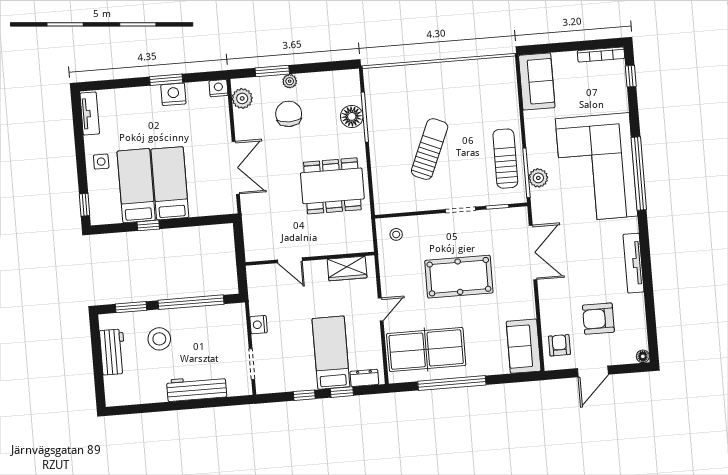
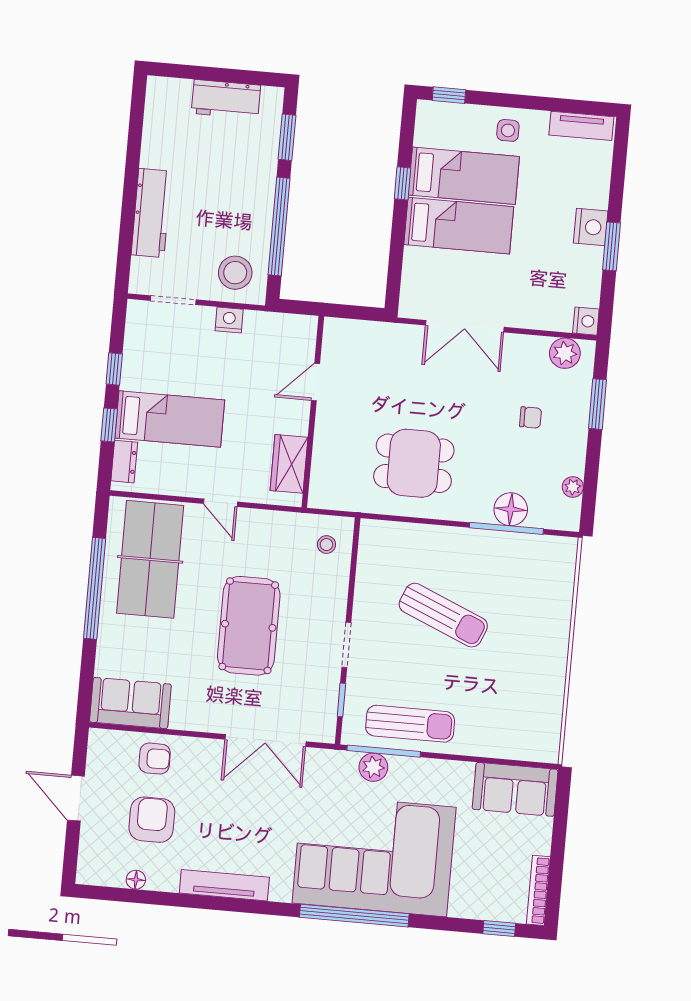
plant: (290, 81) -> (573, 487), moved
nightstand: (173, 94) -> (591, 227), moved
chair: (289, 114) -> (531, 417), width x0.54, depth x0.54
dining table: (332, 186) -> (414, 463), width x0.73
stool: (159, 339) -> (235, 273), moved
armchair: (559, 345) -> (155, 759), moved
floor lamp: (643, 356) -> (136, 880), moved

